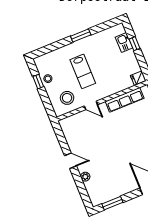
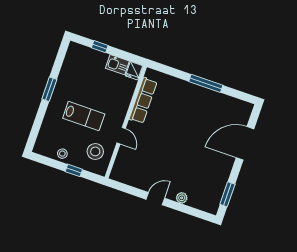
kitchen sink: (124, 42) -> (117, 65), moved
window: (38, 82) -> (74, 170), moved
door: (91, 105) -> (121, 136), hinge flipped

